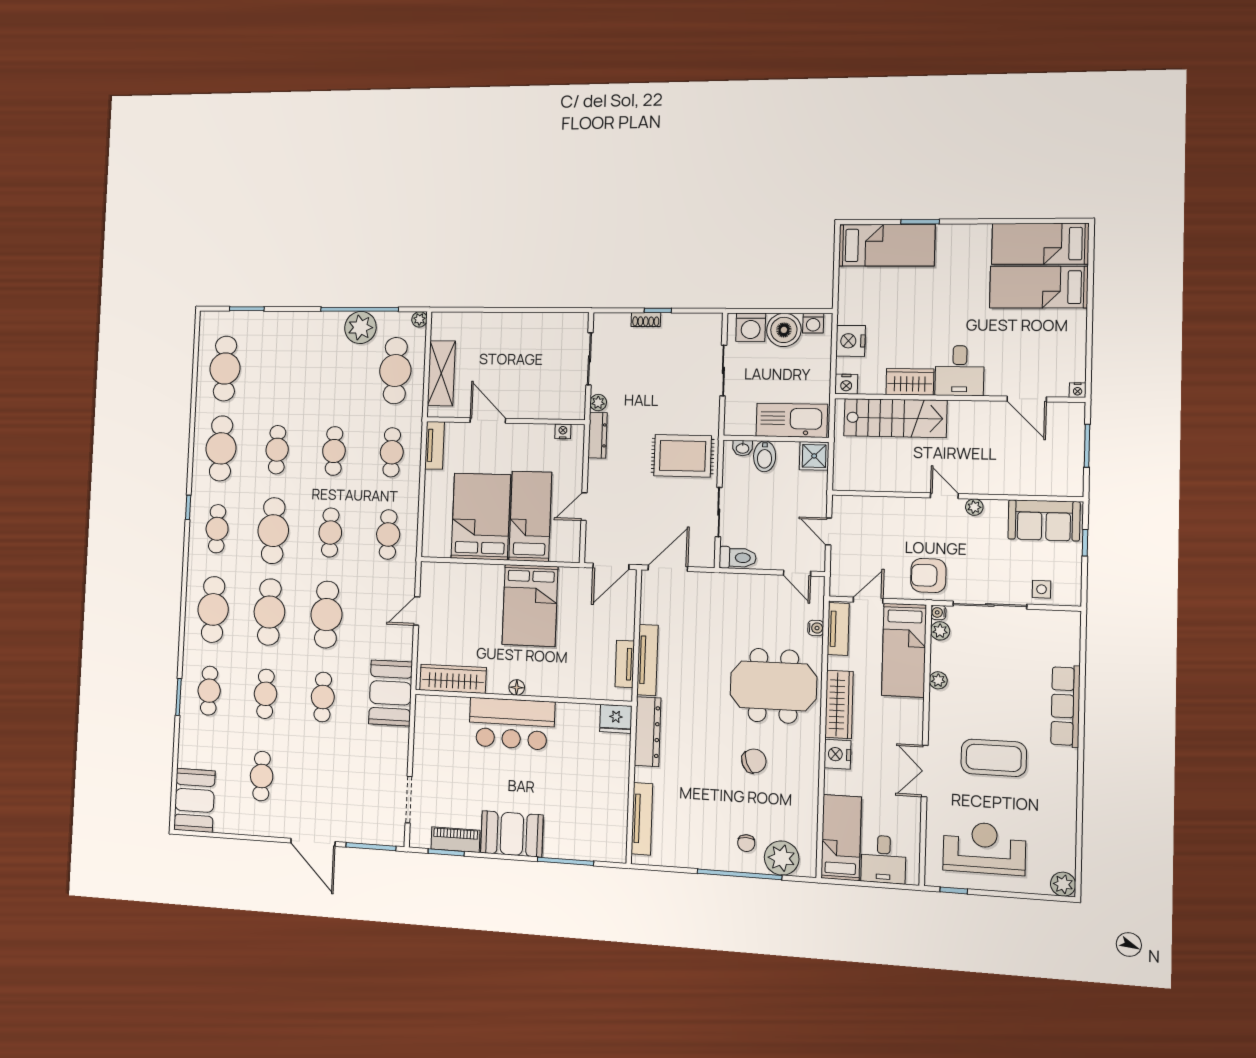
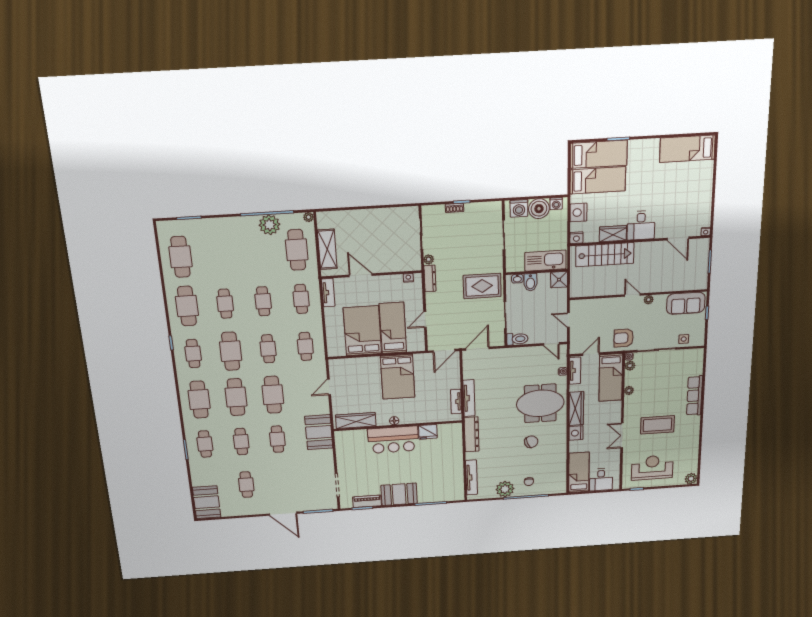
bed: (1039, 287) -> (598, 180), moved, turned 180
fridge: (616, 719) -> (428, 432), moved
plant: (782, 858) -> (505, 489), moved

